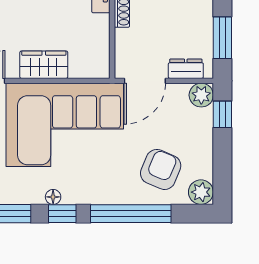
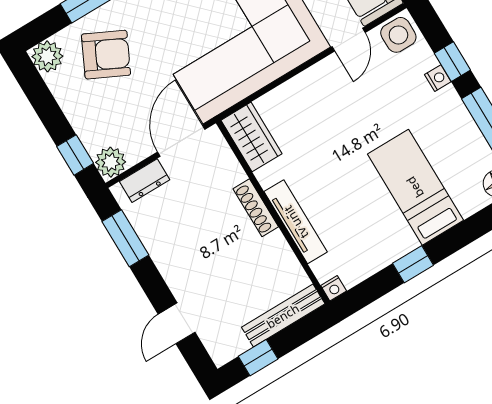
wardrobe: (44, 65) -> (251, 137), moved, turned -90
armchair: (161, 169) -> (106, 55), turned -87

